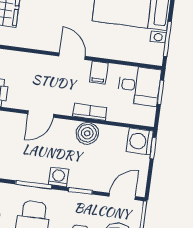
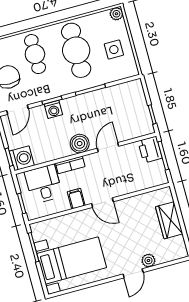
desk: (139, 86) -> (43, 184), moved, turned 90
boiler: (87, 133) -> (80, 144), moved
washing machine: (58, 177) -> (53, 109), moved

